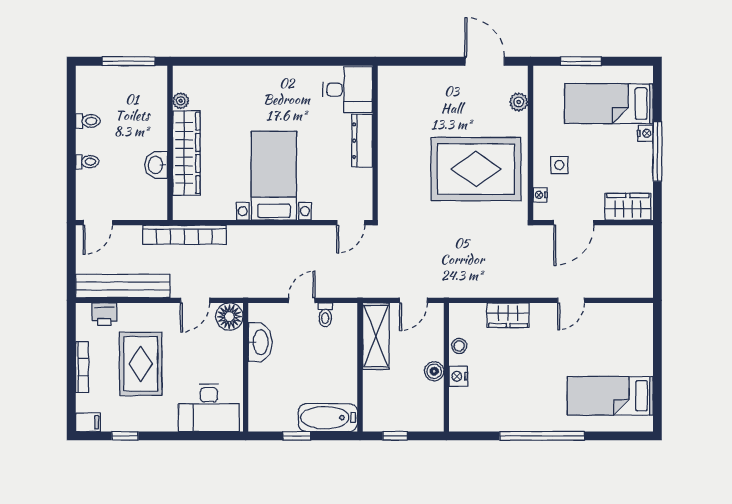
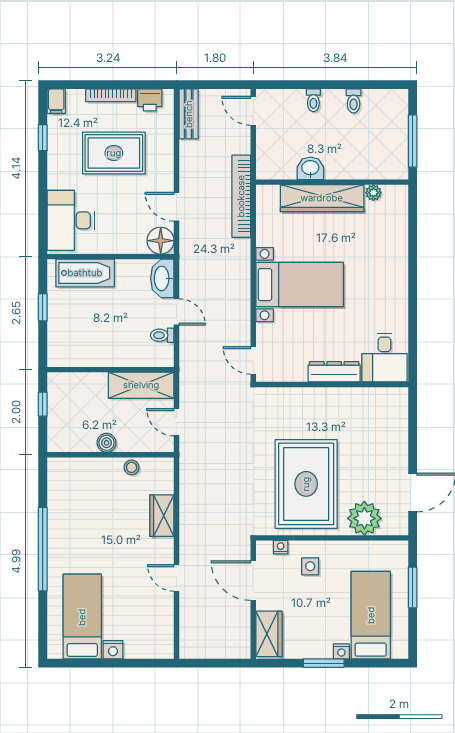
plant: (519, 102) -> (364, 518), width x1.88, depth x1.88
window: (657, 151) -> (324, 663), width x0.69
bench: (123, 286) -> (189, 114), width x0.54, depth x0.82
printer: (104, 314) -> (150, 100), moved, turned -90
washbasin: (260, 342) -> (162, 278), moved, turned 90
nightstand: (458, 376) -> (113, 650), moved, turned 180
bathtub: (328, 418) -> (85, 273), moved, turned 90

